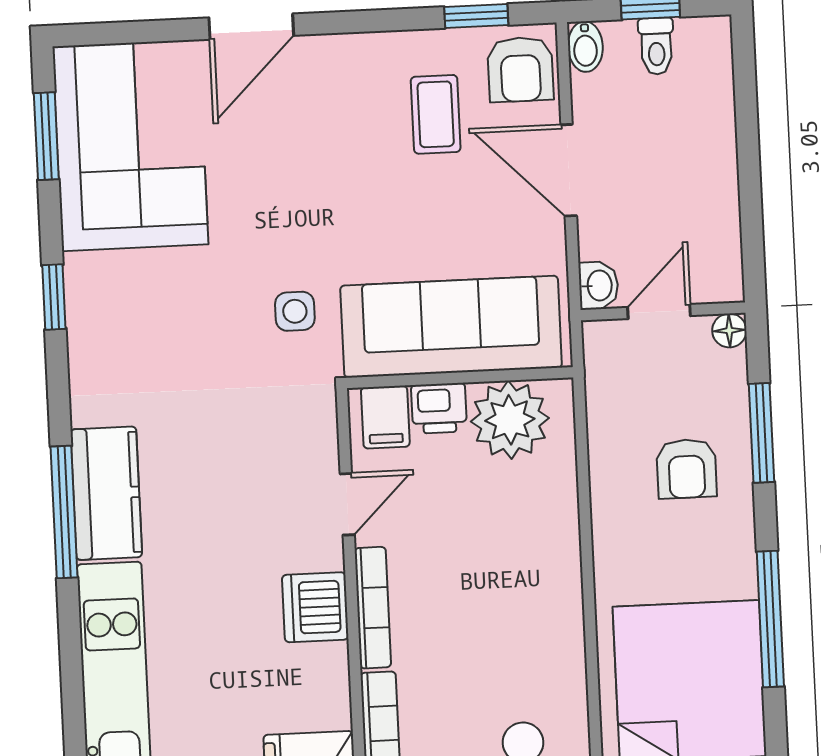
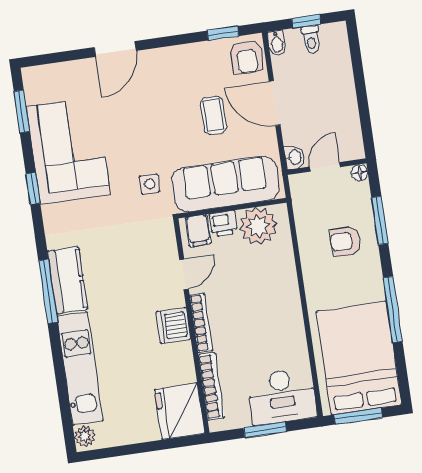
coffee table: (436, 114) -> (214, 115), moved
corner sofa: (130, 145) -> (68, 151), moved
armchair: (687, 469) -> (345, 241), turned 90

